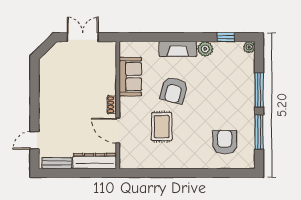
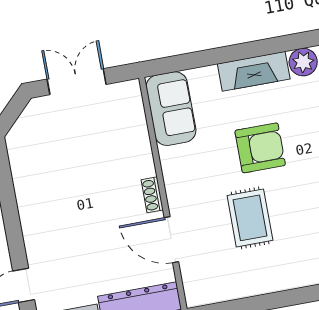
sofa: (130, 77) -> (171, 109), moved
armchair: (174, 90) -> (260, 148), turned -105

